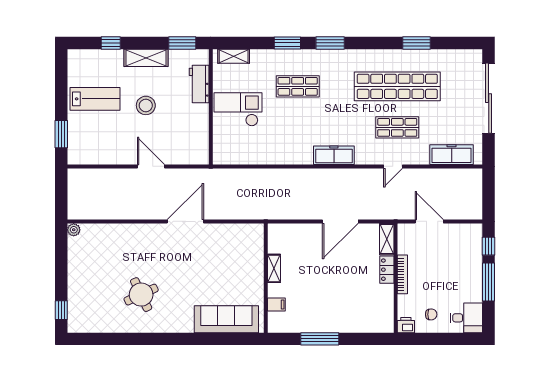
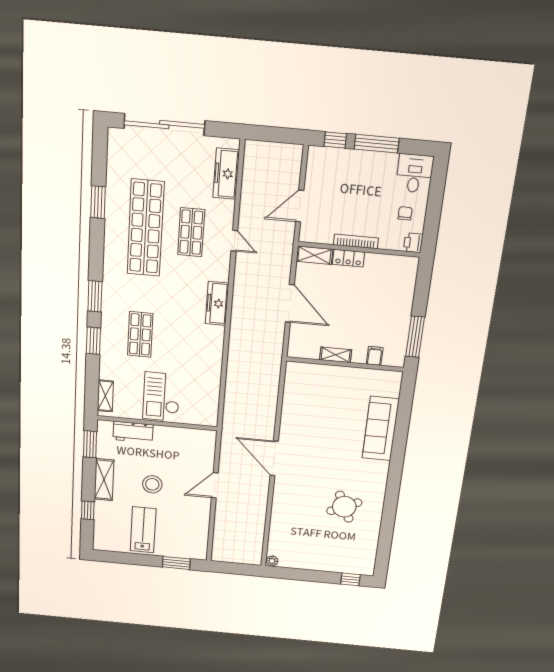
shelving: (274, 268) -> (336, 355), moved
wall: (266, 278) -> (345, 364), moved
filing cabinet: (276, 304) -> (375, 356), moved

